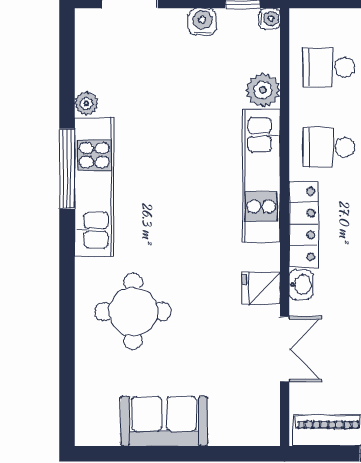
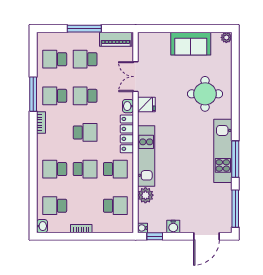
window: (67, 61) -> (235, 209), added
plant: (86, 103) -> (226, 37), moved

